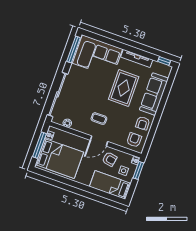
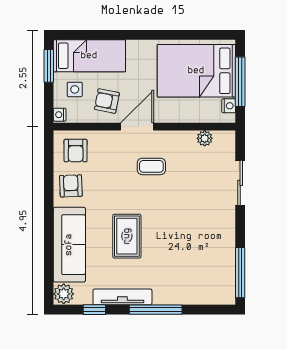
window: (122, 46) -> (156, 310), added
corner sofa: (97, 56) -> (193, 276), removed
window: (164, 61) -> (94, 310), moved
plant: (166, 70) -> (64, 294), added
rug: (124, 88) -> (127, 236), width x0.73, depth x0.70
sliding door: (57, 94) -> (240, 183), width x0.54
window: (138, 170) -> (49, 66), moved

